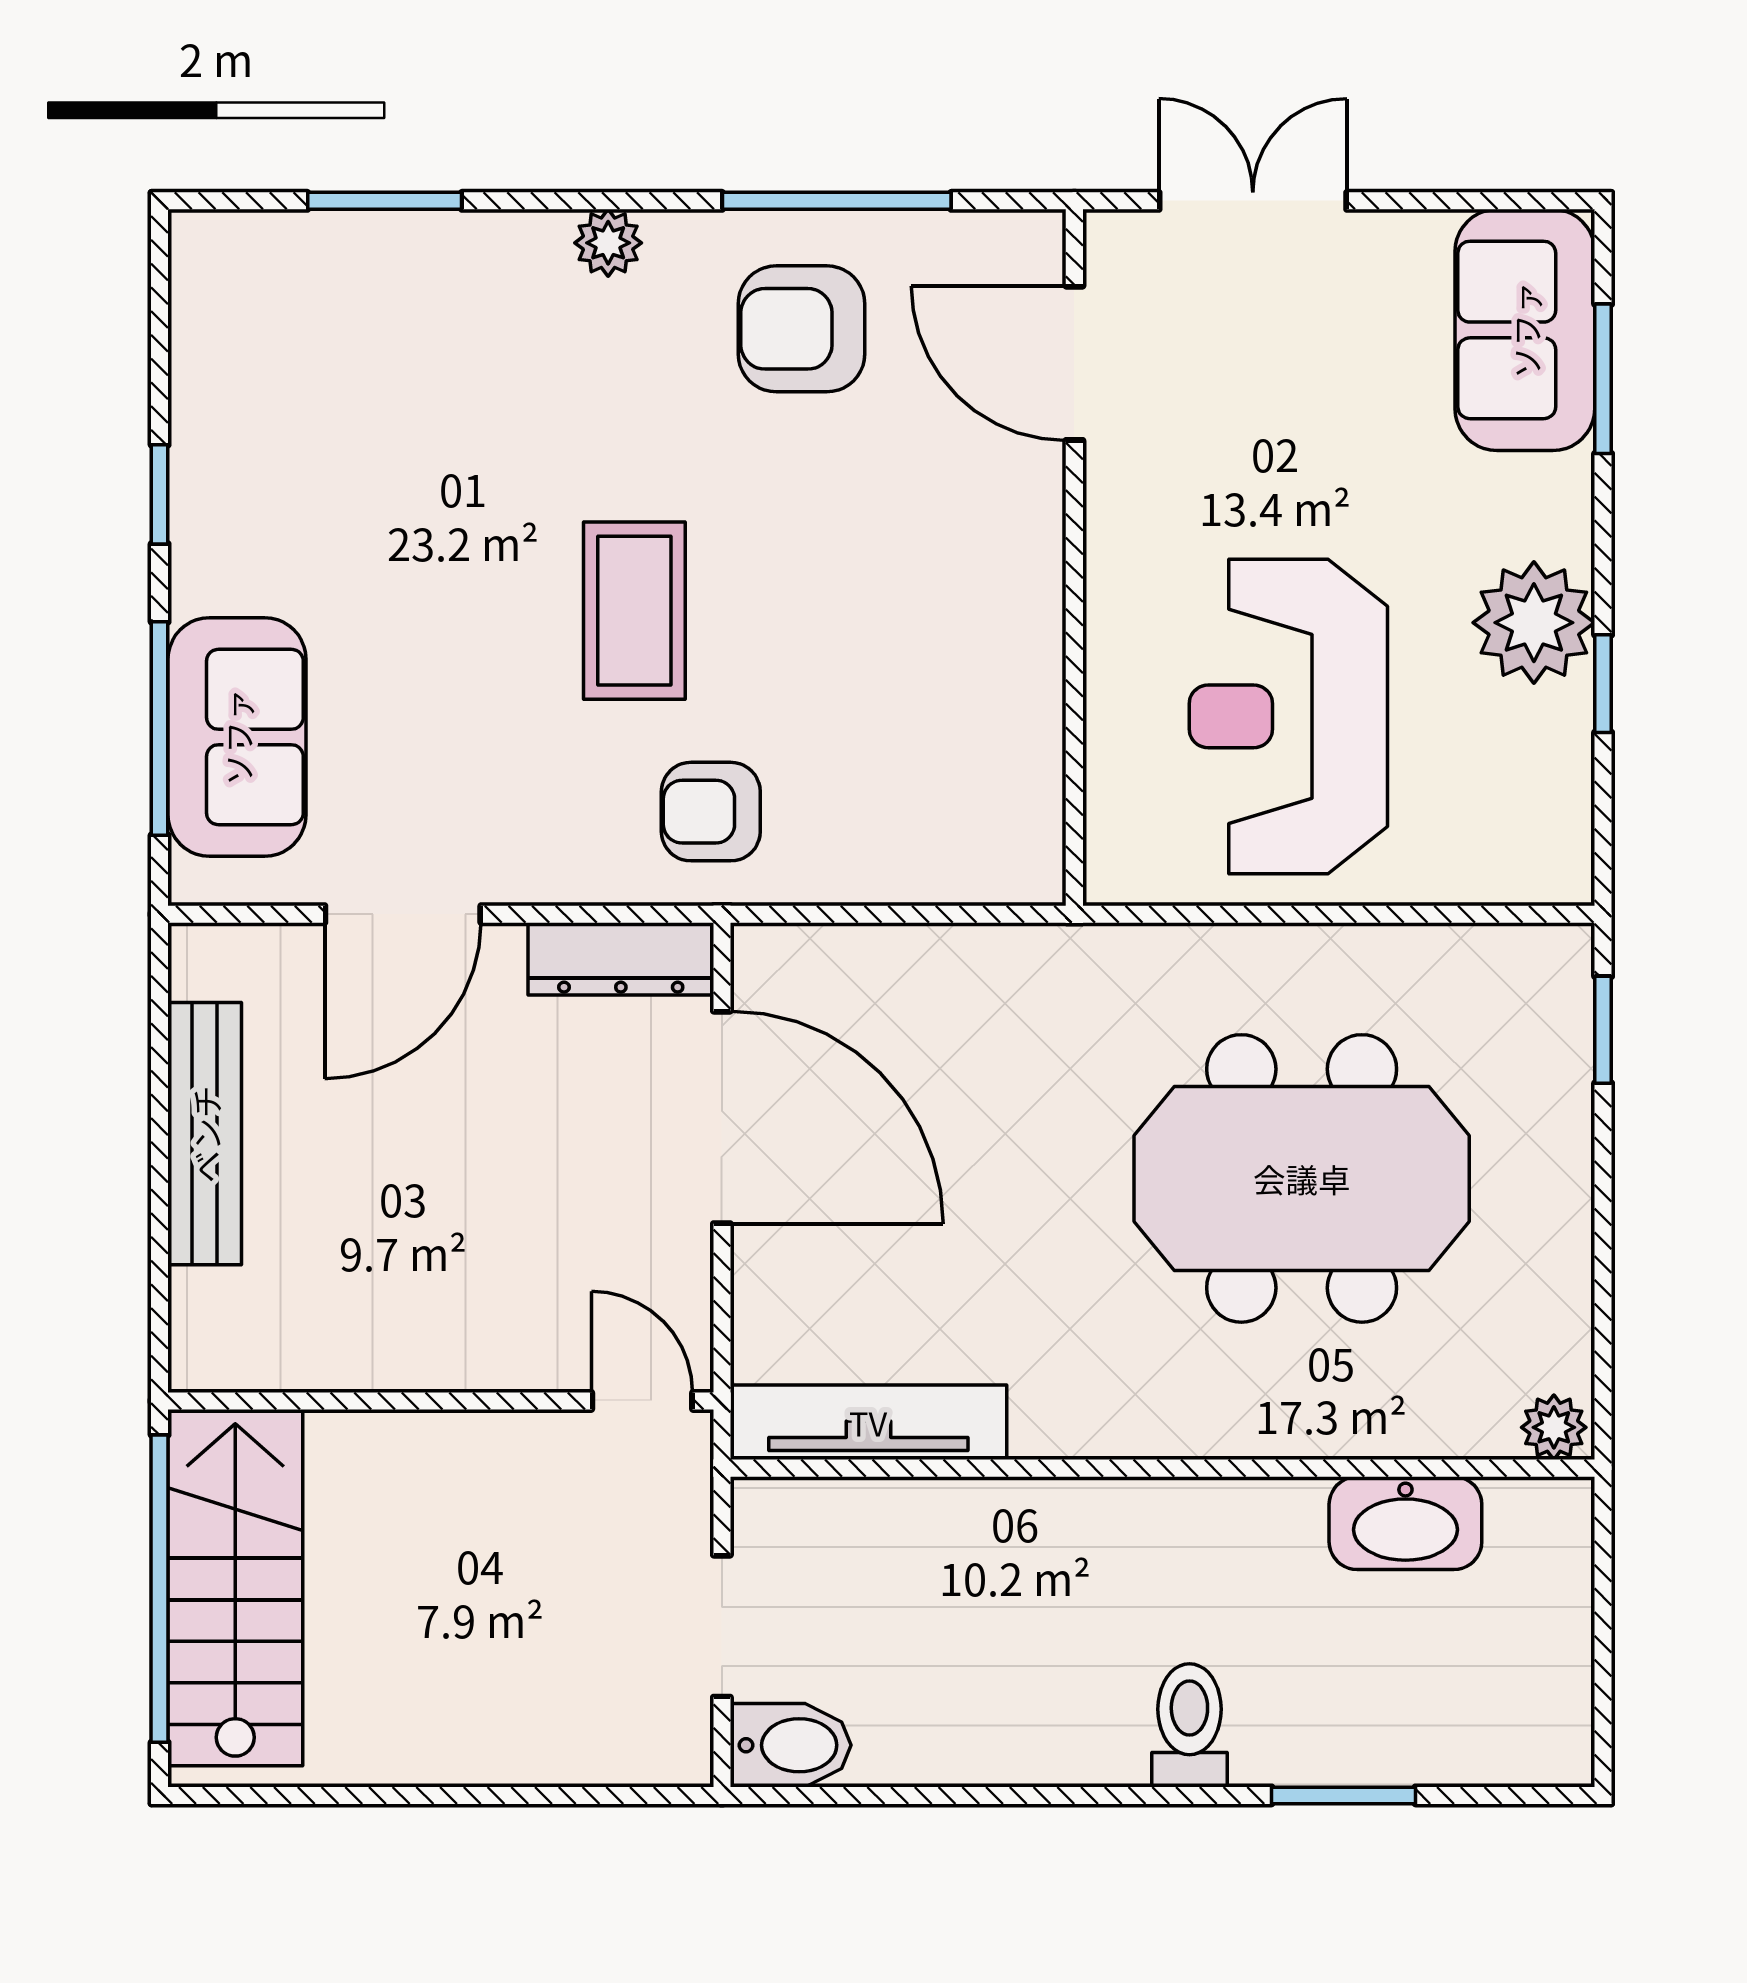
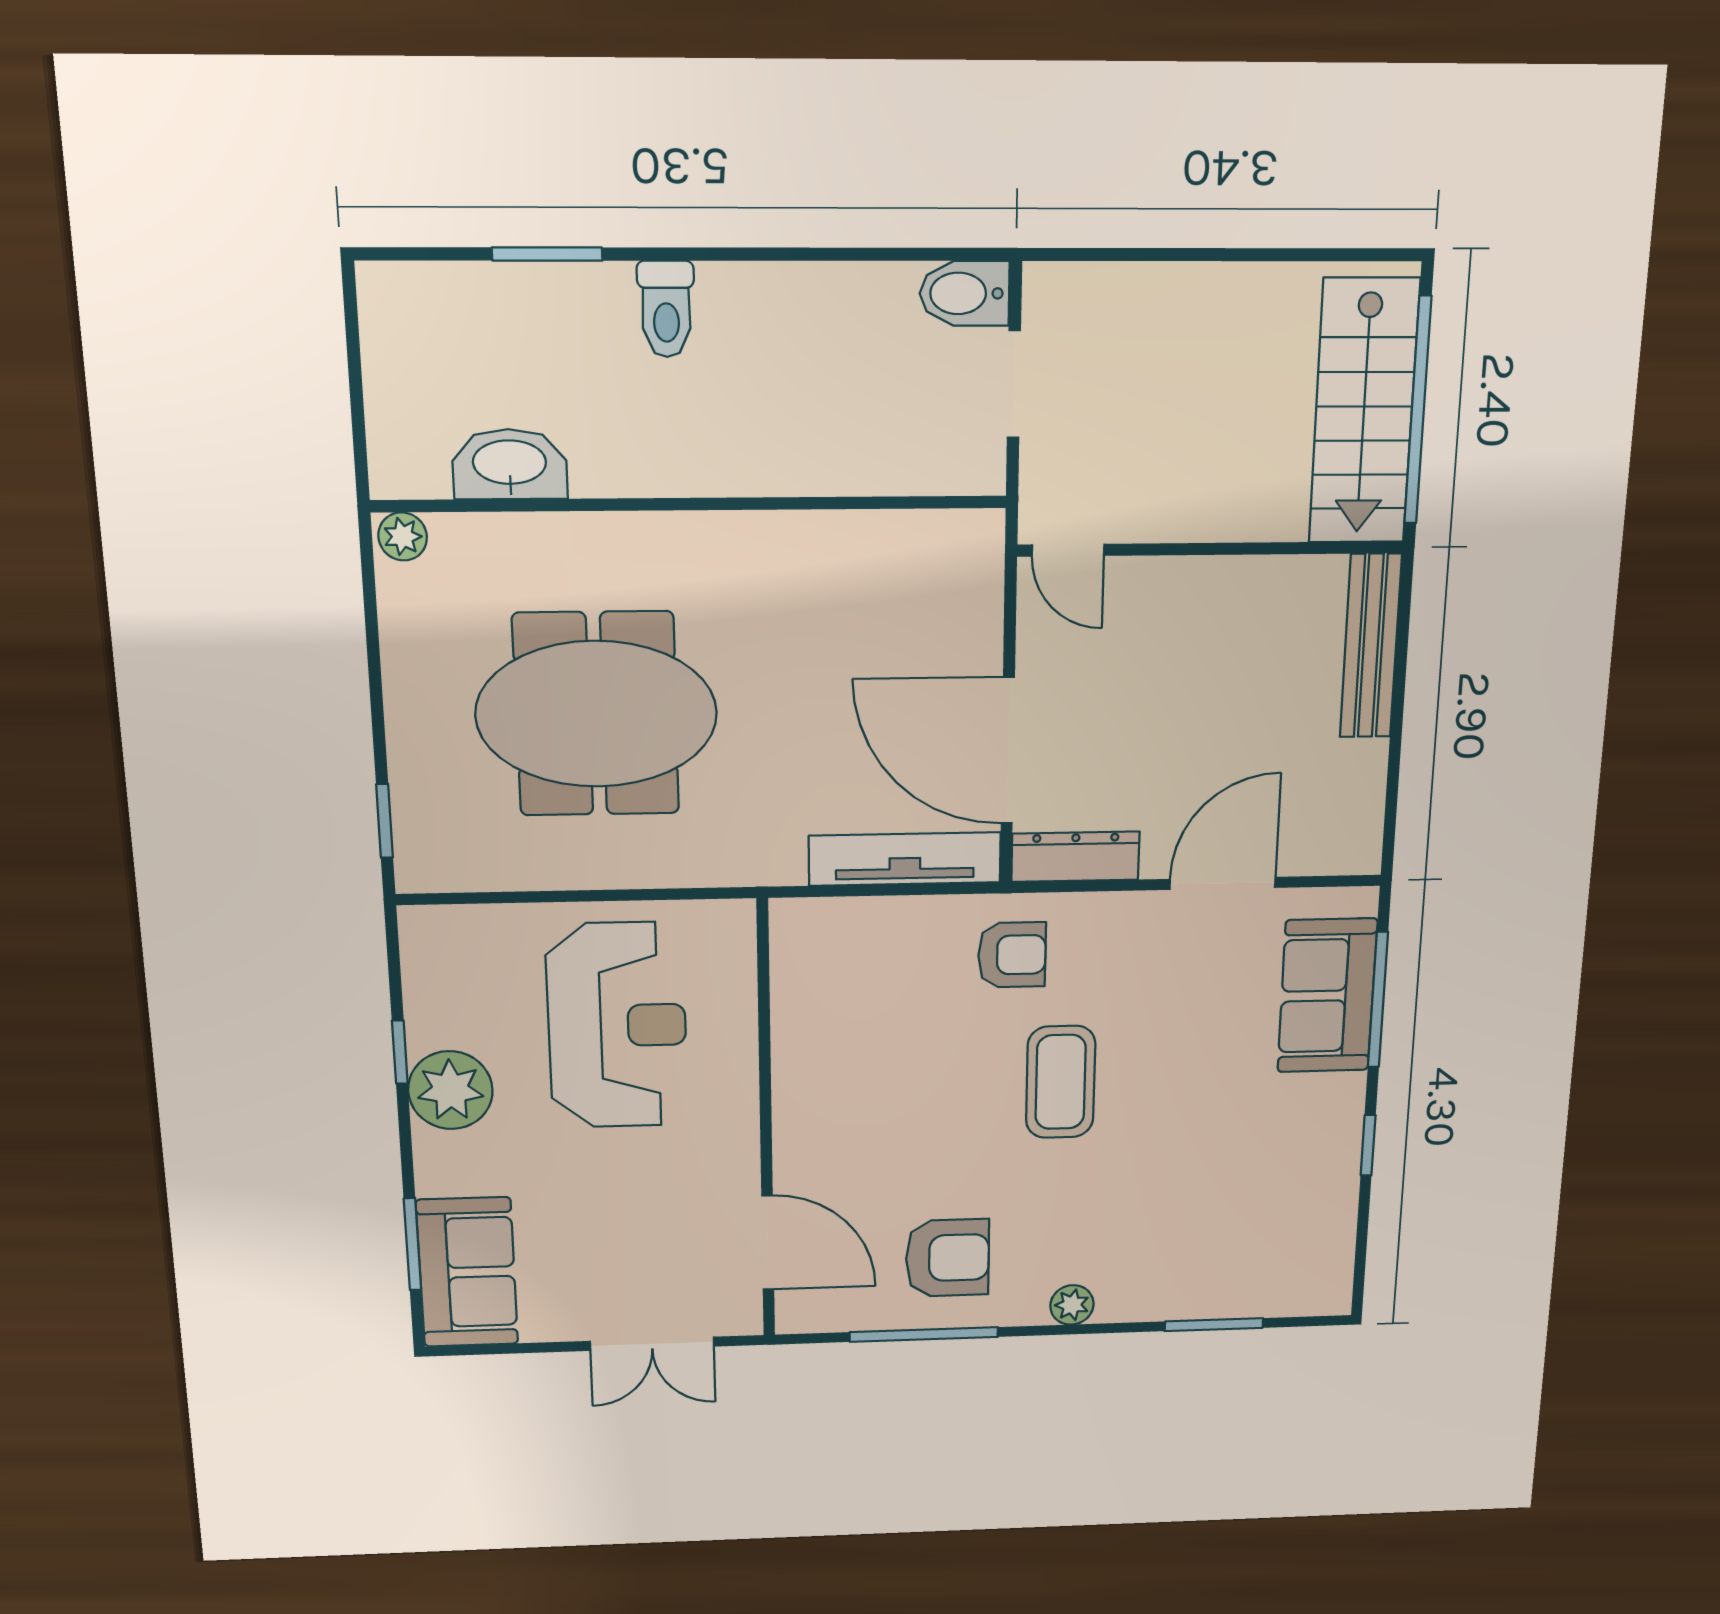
bench: (205, 1134) -> (1371, 646), moved
tv unit: (868, 1422) -> (905, 859), moved, turned 180

